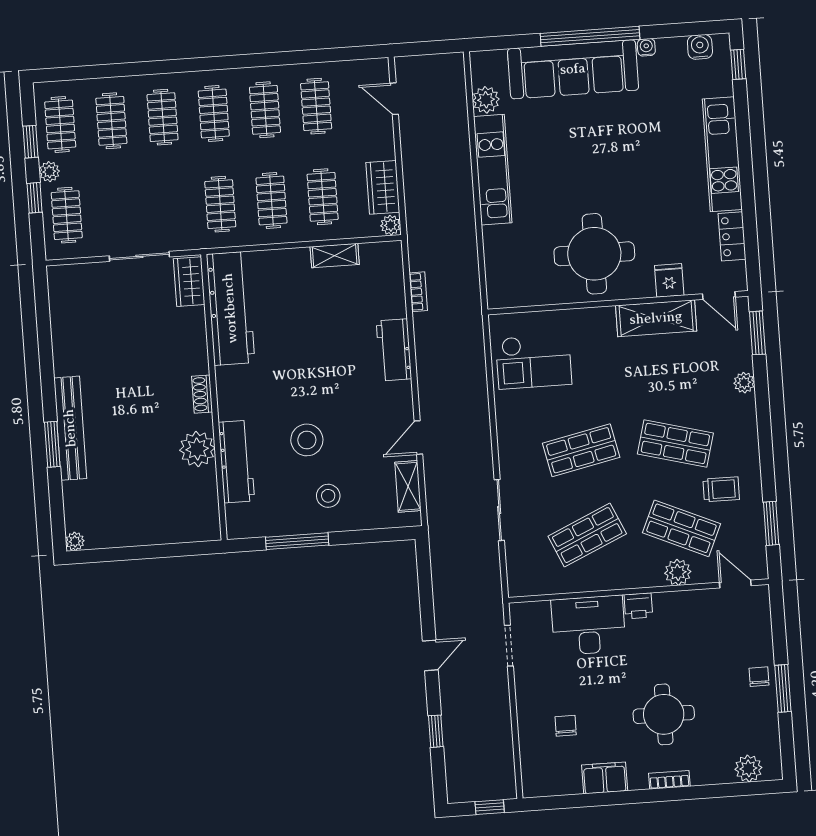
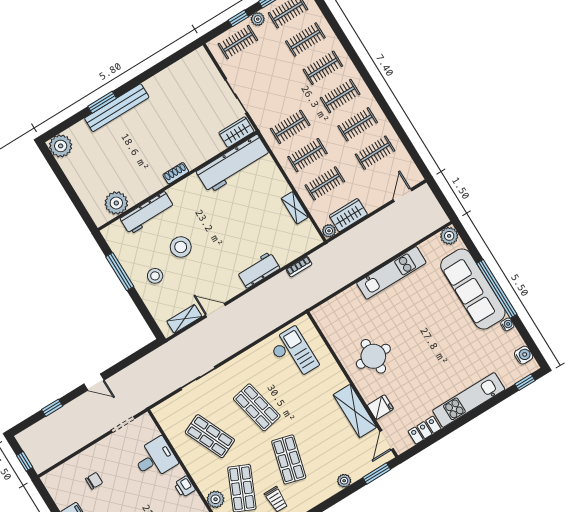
plant: (486, 100) -> (449, 236), moved
round table: (594, 254) -> (373, 356), width x0.73, depth x0.73
checkout: (534, 361) -> (294, 354), turned 180
plant: (197, 449) -> (116, 203), moved
plant: (75, 541) -> (61, 146), width x1.88, depth x1.88
desk: (588, 625) -> (155, 458), width x0.73

